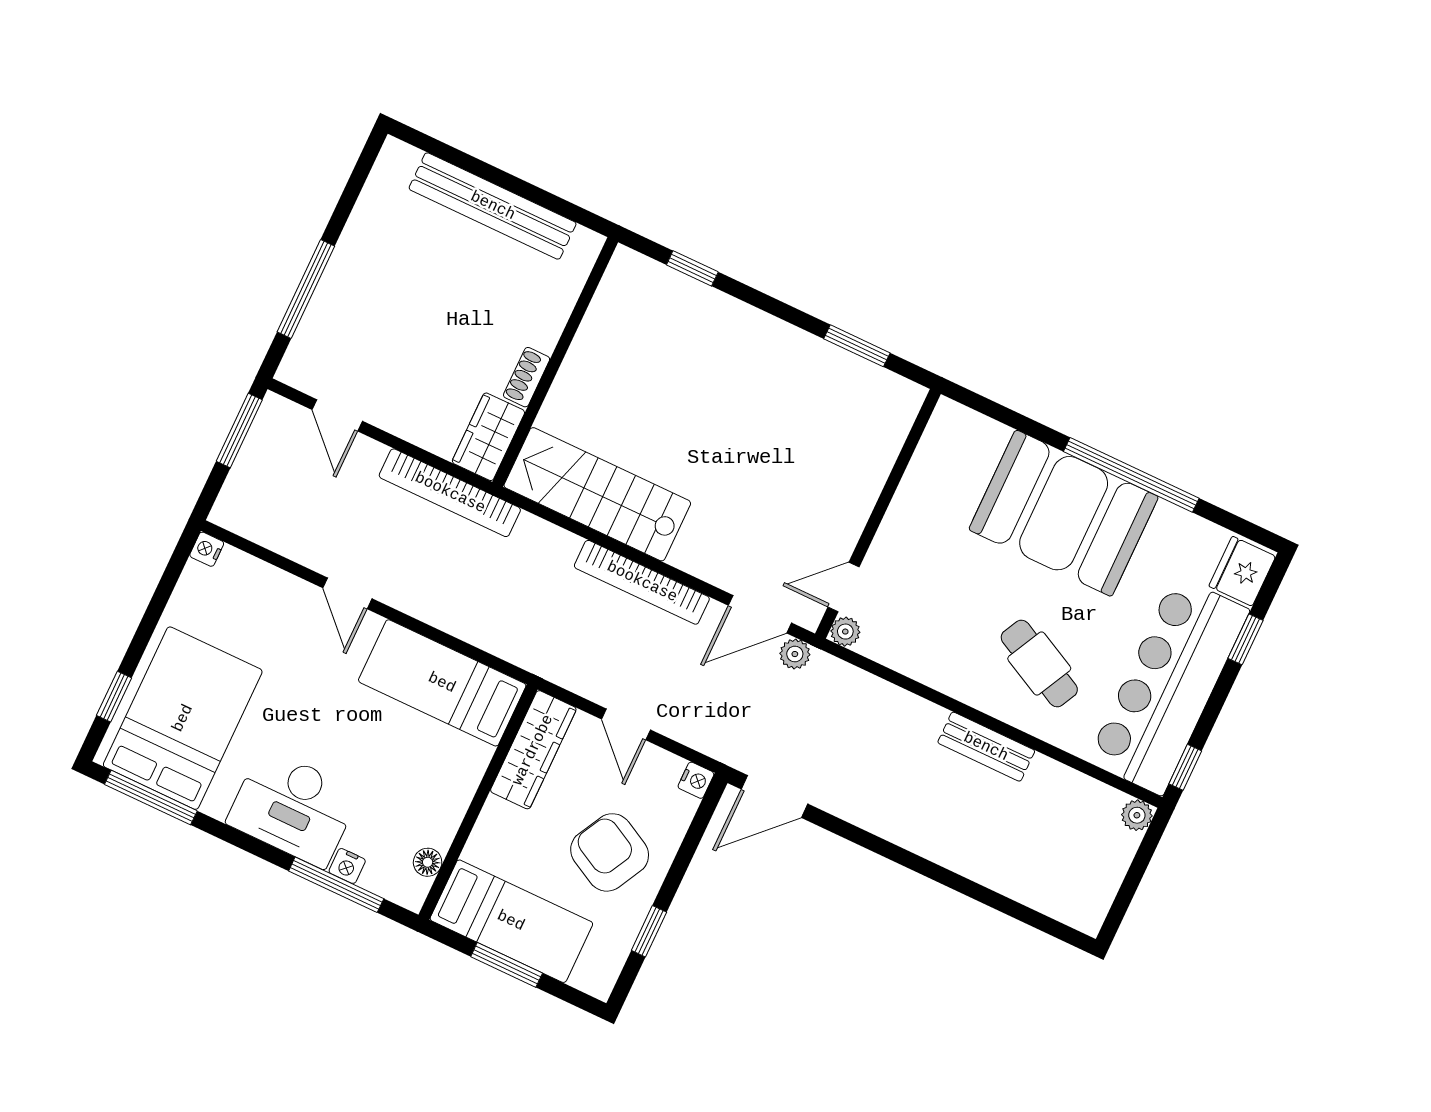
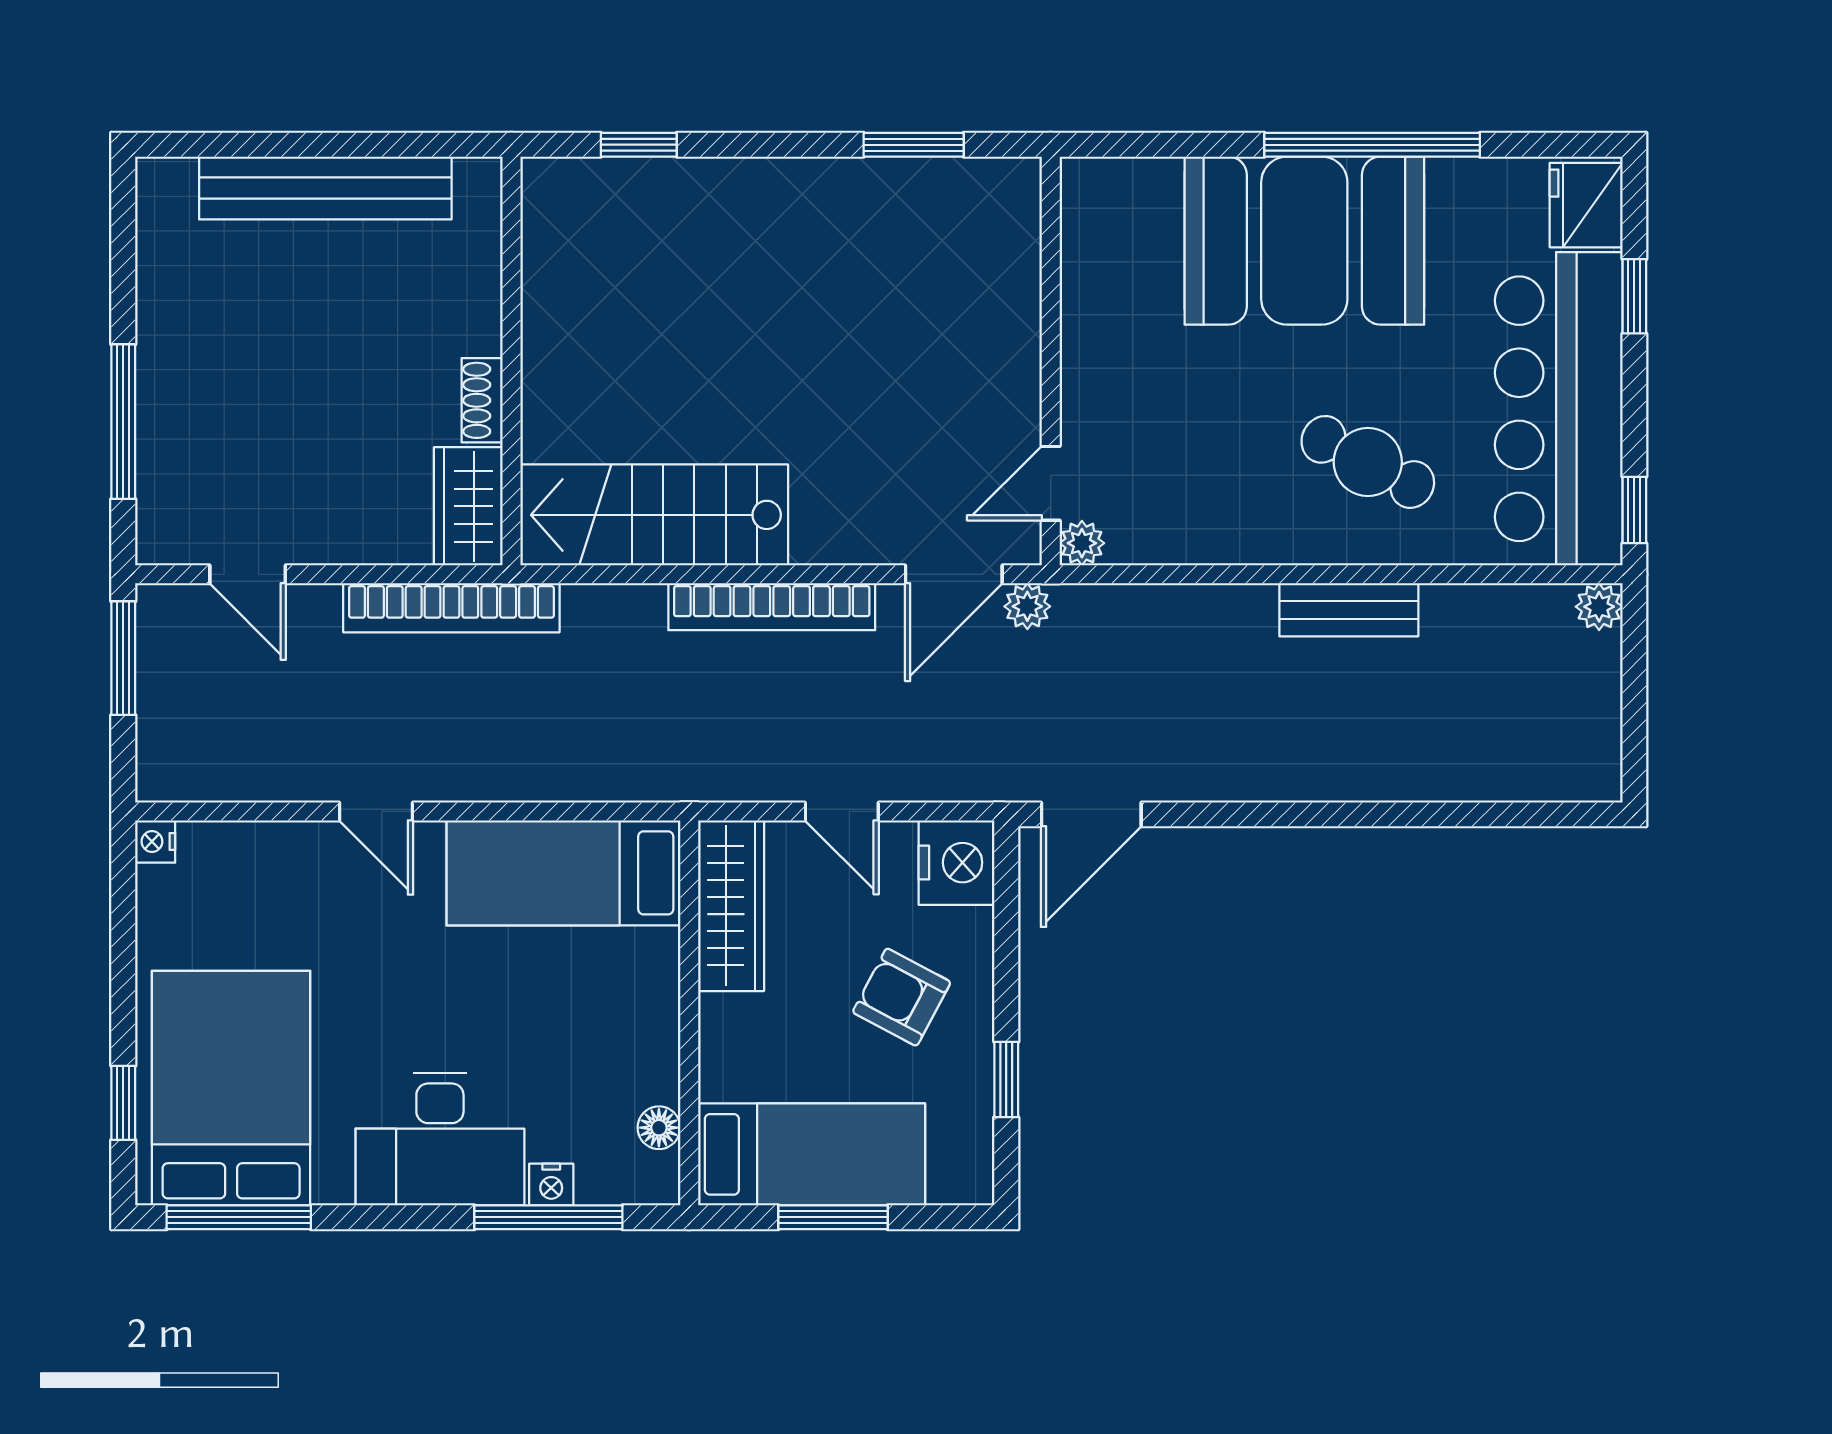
nightstand: (696, 780) -> (956, 863), width x1.89, depth x1.79
armchair: (610, 852) -> (902, 997), width x0.72, depth x0.72

